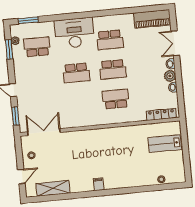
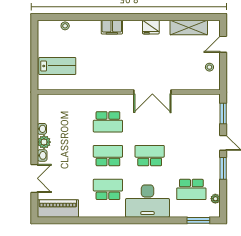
window: (9, 50) -> (223, 168), moved
locker: (161, 114) -> (58, 99), removed
double door: (44, 132) -> (152, 92), moved
filing cabinet: (99, 184) -> (112, 27), moved, width x2.00
fridge: (86, 185) -> (151, 27), added

